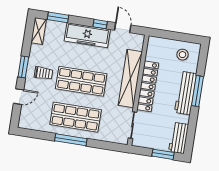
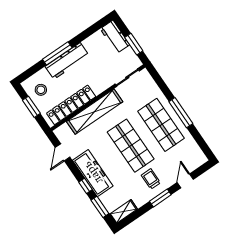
window: (100, 24) -> (85, 186), moved
window: (177, 36) -> (31, 107), added
locker: (148, 86) -> (71, 105), moved
door: (19, 97) -> (185, 181), hinge flipped
workbench: (179, 138) -> (115, 37), moved, turned 90
window: (163, 154) -> (134, 44), moved

